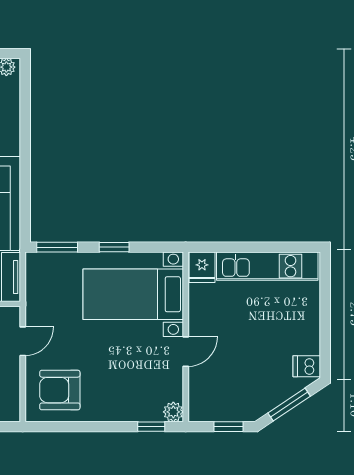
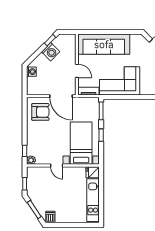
door: (23, 341) -> (61, 96), width x1.87
armchair: (60, 390) -> (40, 112), turned 90

